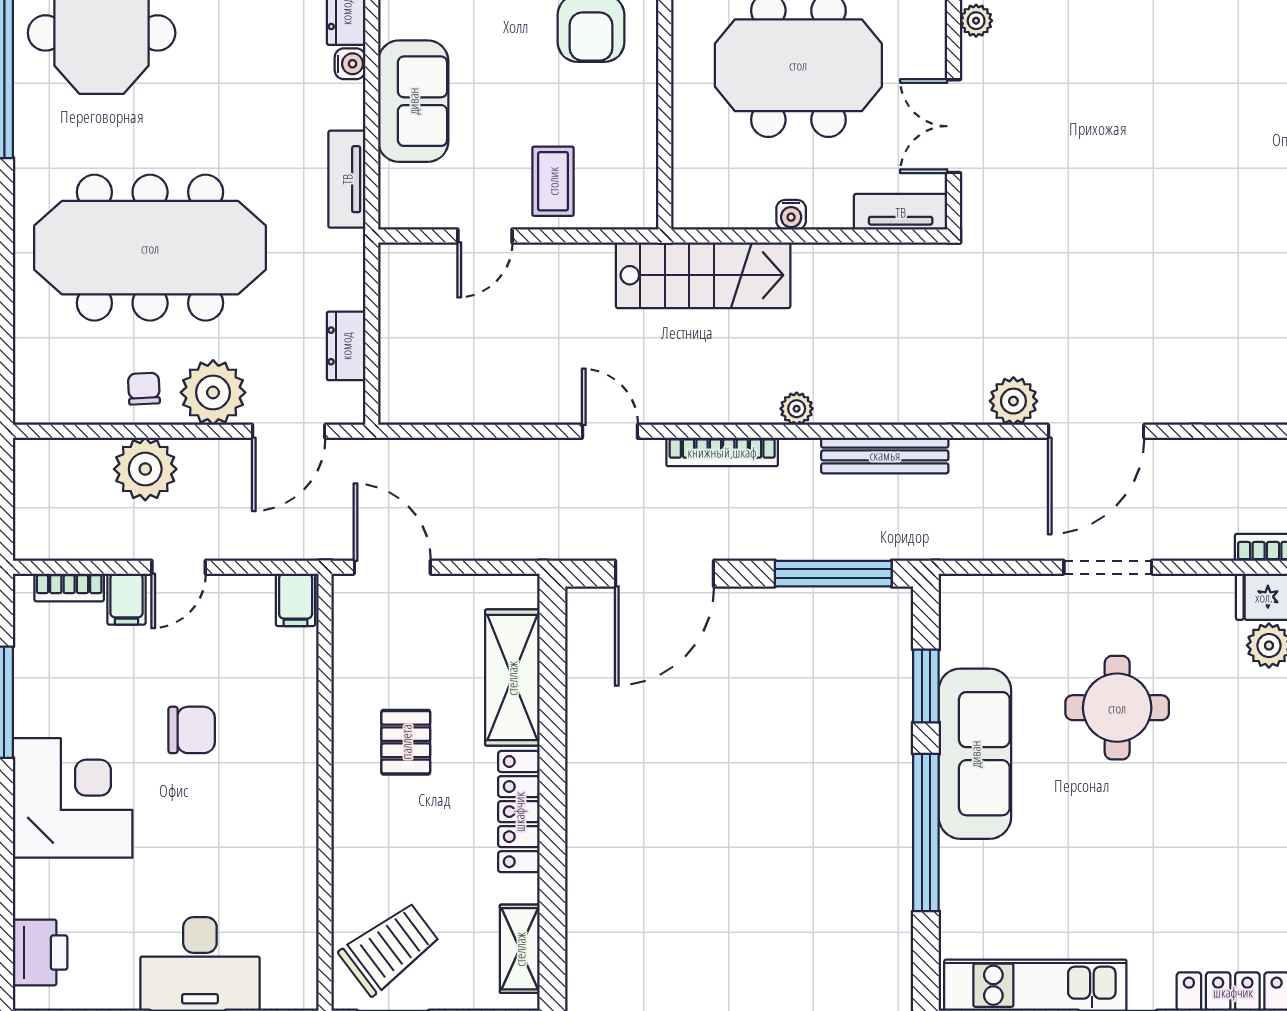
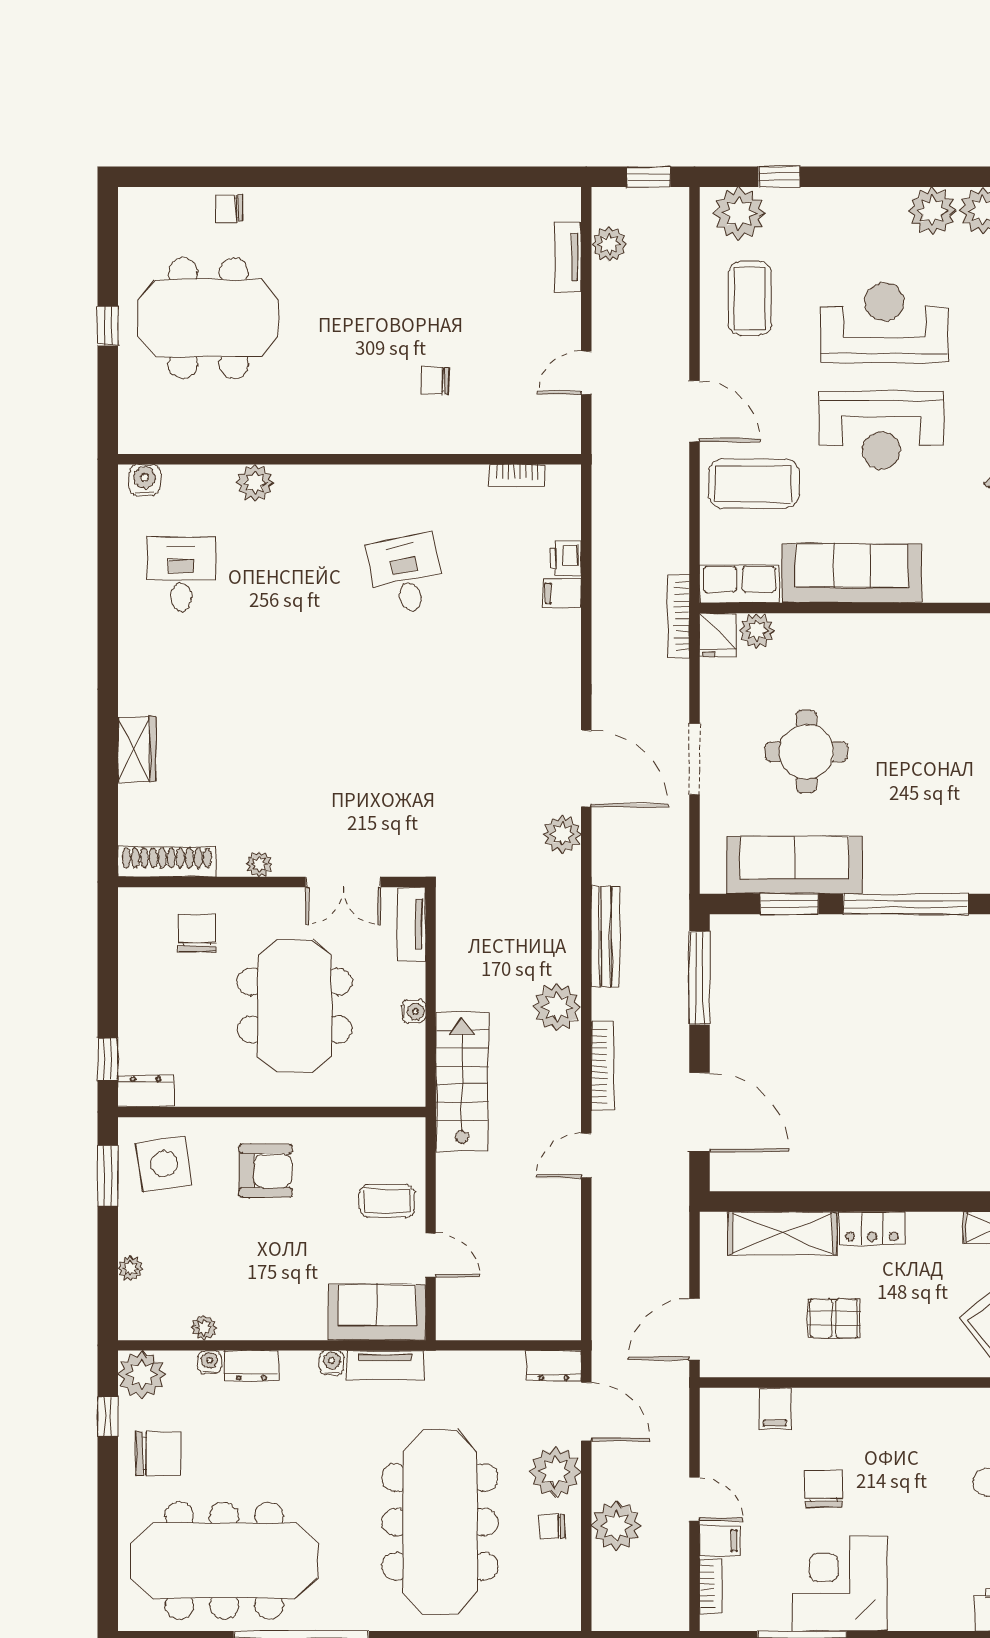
water cooler: (350, 64) -> (332, 1363), moved
sofa: (413, 101) -> (377, 1312), moved
dresser: (346, 346) -> (554, 1366), moved
plant: (797, 409) -> (557, 1007), width x1.88, depth x1.88
filing cabinet: (296, 600) -> (775, 1409), moved, turned 90
sofa: (975, 754) -> (794, 865), moved
corner desk: (73, 798) -> (840, 1584), moved
locker: (519, 812) -> (872, 1228), width x0.66

